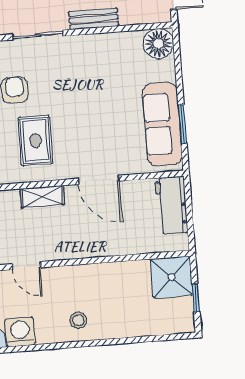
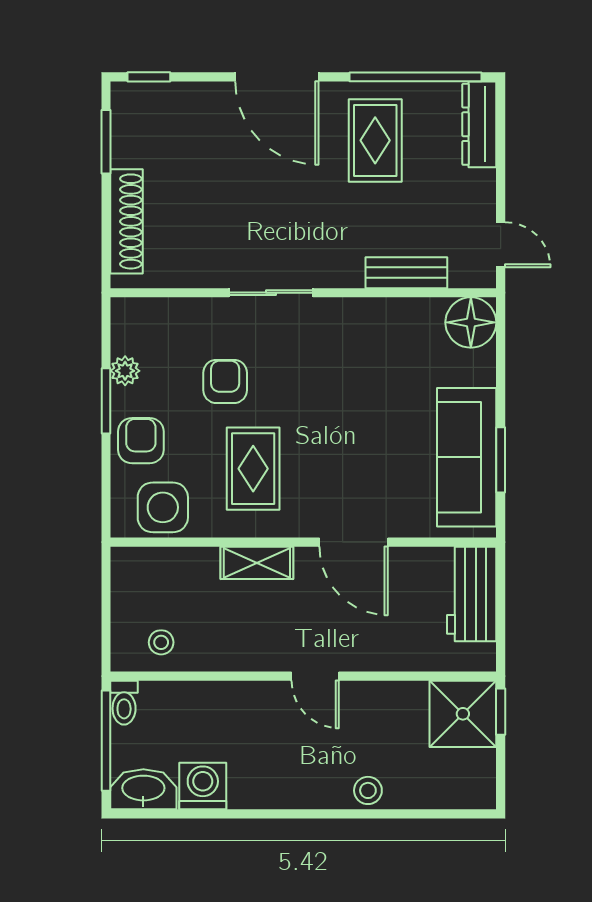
bench: (94, 19) -> (406, 273), moved
door: (26, 266) -> (315, 676), moved
window: (196, 298) -> (501, 712), moved
stool: (78, 320) -> (368, 790), moved

